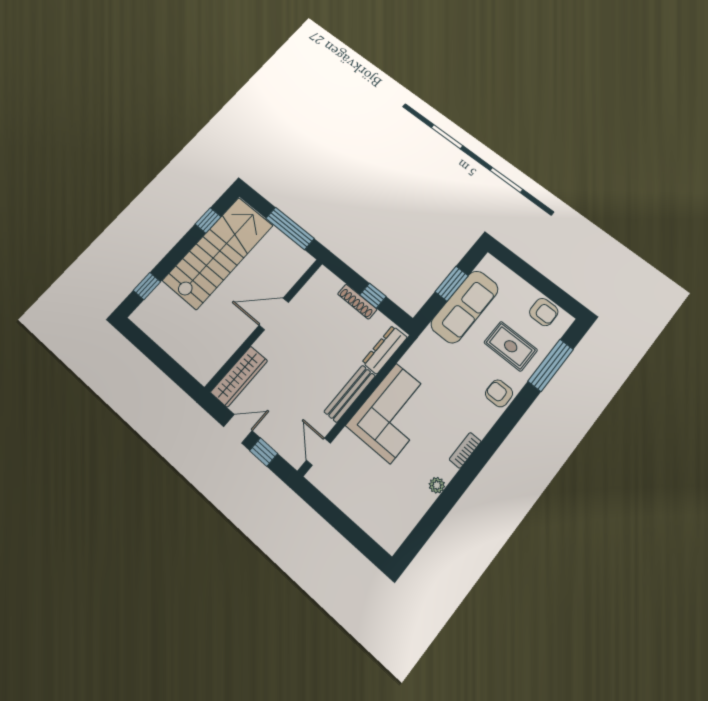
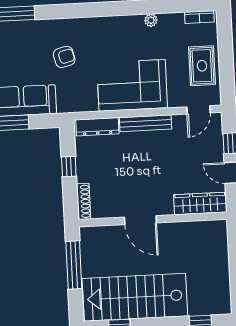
shoe rack: (357, 302) -> (84, 201), moved
rug: (511, 346) -> (202, 66), moved
armchair: (499, 393) -> (64, 57), moved, turned -104
bookcase: (465, 450) -> (199, 17), moved

